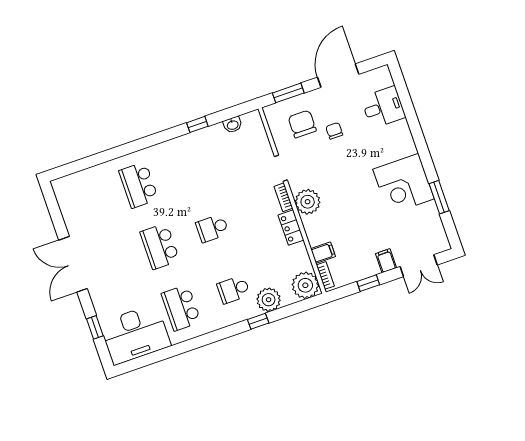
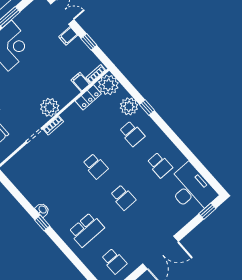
window: (197, 124) -> (42, 223), moved
washbasin: (233, 125) -> (42, 210), moved
school desk: (86, 203) -> (114, 261), added
locker: (291, 228) -> (88, 97), moved
school desk: (160, 246) -> (123, 197), width x0.54
school desk: (181, 308) -> (160, 165), width x0.54
window: (95, 327) -> (207, 211), moved

